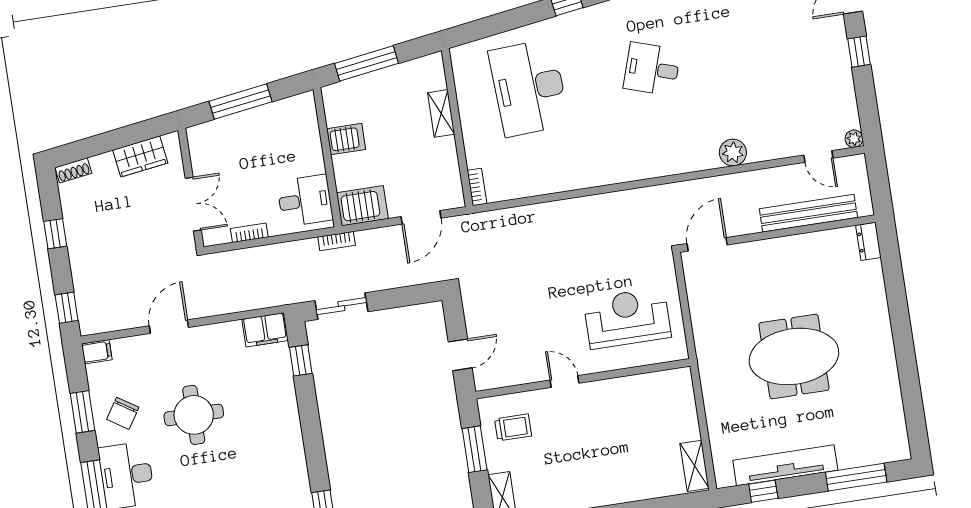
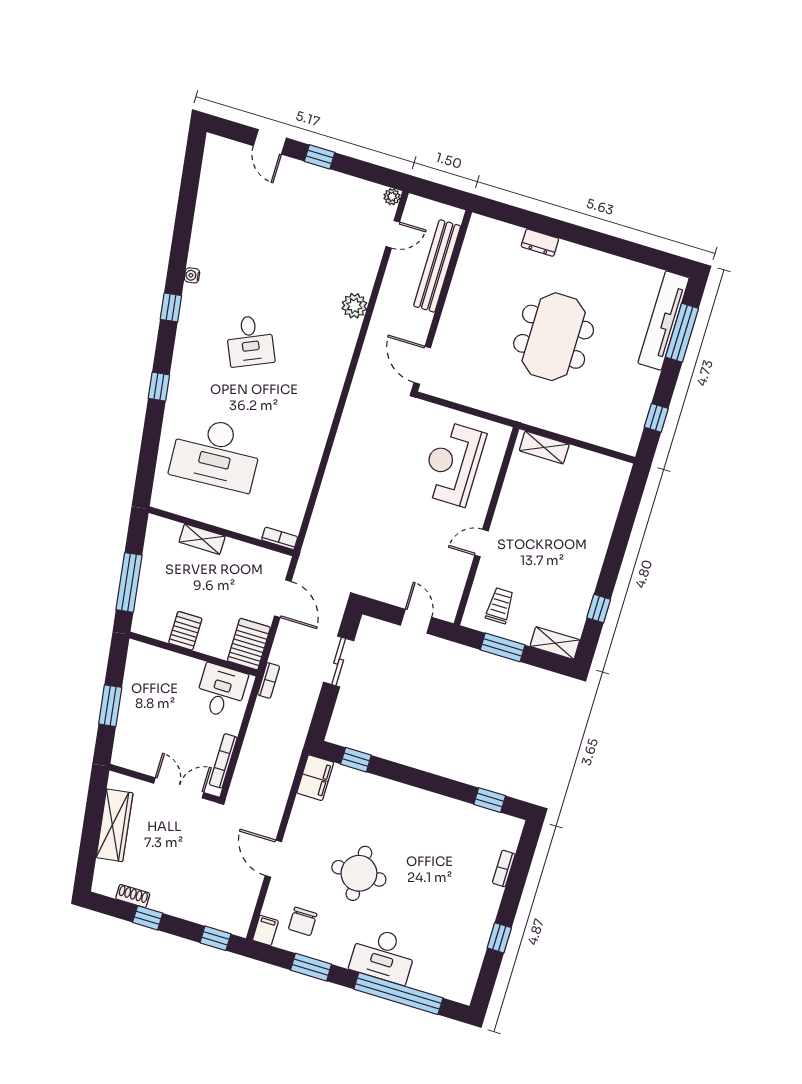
desk: (652, 69) -> (250, 341), turned -42
window: (241, 102) -> (110, 706), width x0.69
wardrobe: (140, 156) -> (115, 825), width x1.50
shoe rack: (73, 170) -> (133, 896), moved, turned -82
bookcase: (249, 233) -> (223, 761), width x1.56
dresser: (868, 241) -> (540, 243), moved
sliding door: (341, 306) -> (339, 662), moved
chair: (123, 413) -> (303, 921), moved, turned 57
tv unit: (785, 465) -> (663, 321), moved
shelving: (694, 466) -> (544, 447), moved

